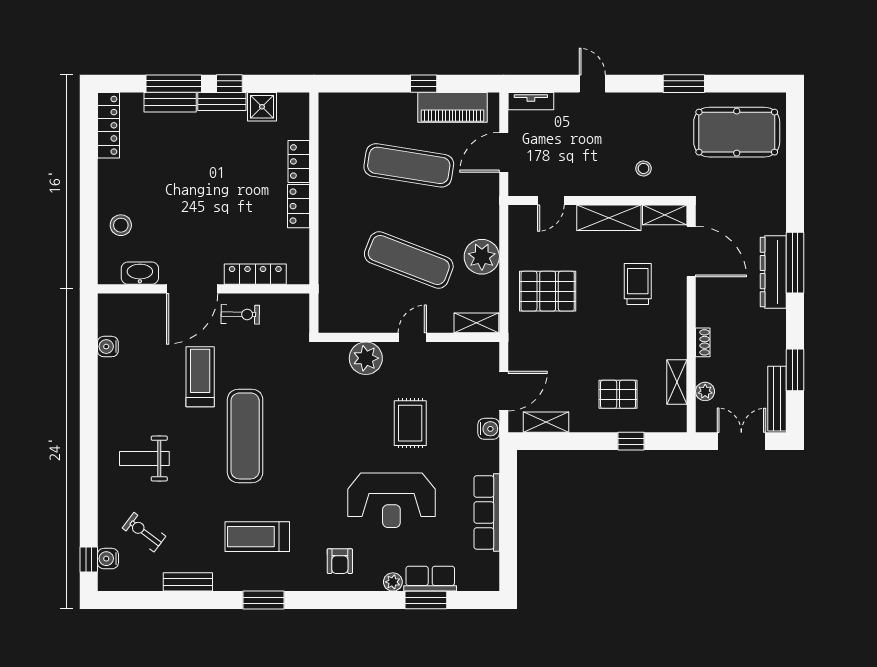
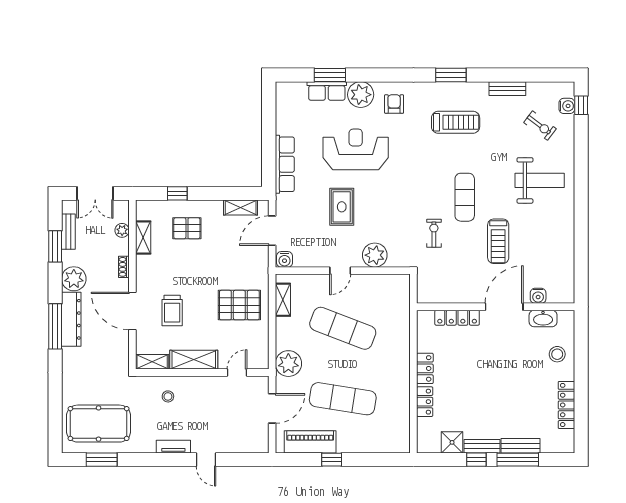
window: (684, 84) -> (102, 460), moved
tv unit: (531, 101) -> (173, 447), moved
locker: (108, 125) -> (566, 405), moved
door: (691, 251) -> (132, 311), moved
plant: (482, 257) -> (288, 364), moved
exercise bike: (240, 314) -> (434, 233), moved, turned 89
shelving: (476, 323) -> (283, 300), moved, turned 90
plant: (770, 326) -> (74, 279), added
water cooler: (108, 347) -> (538, 296), moved, turned 90
bench: (777, 399) -> (68, 232), width x0.73
water cooler: (489, 429) -> (285, 259), moved, turned -90
exercise mat: (245, 436) -> (465, 197), width x0.73, depth x0.69
weight bench: (144, 459) -> (540, 180), width x1.36, depth x1.33
row of seats: (487, 512) -> (285, 164), moved
plant: (393, 582) -> (361, 95), width x1.87, depth x1.87

